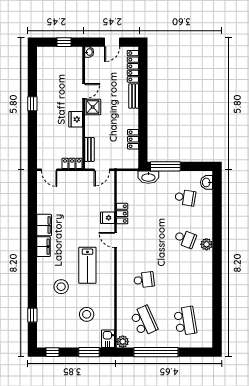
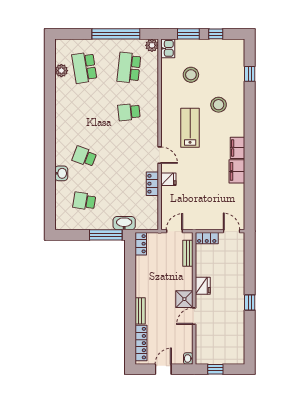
locker: (133, 139) -> (141, 244), moved
washbasin: (207, 182) -> (61, 173), moved
plant: (206, 244) -> (61, 71), moved
school desk: (144, 321) -> (129, 68), turned 30
window: (52, 352) -> (216, 34), moved

